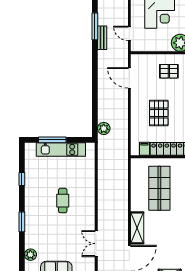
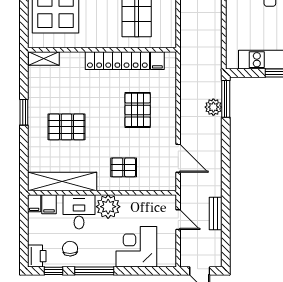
window: (95, 26) -> (226, 99), moved
plant: (104, 128) -> (213, 107), moved

